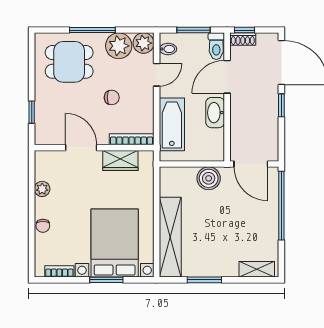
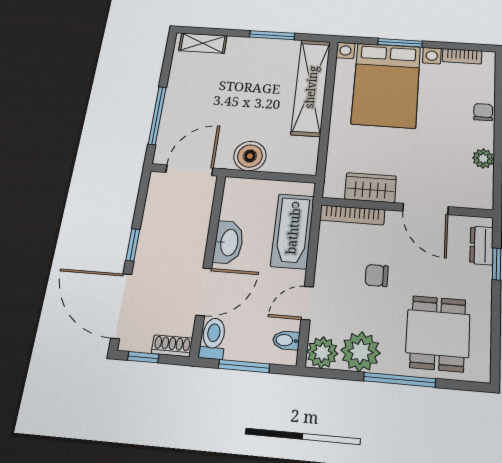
window: (244, 30) -> (143, 357), moved
dining table: (69, 62) -> (438, 333), turned 90
dresser: (42, 124) -> (482, 245), added
door: (251, 164) -> (189, 170), hinge flipped
window: (281, 206) -> (157, 115), width x0.68

